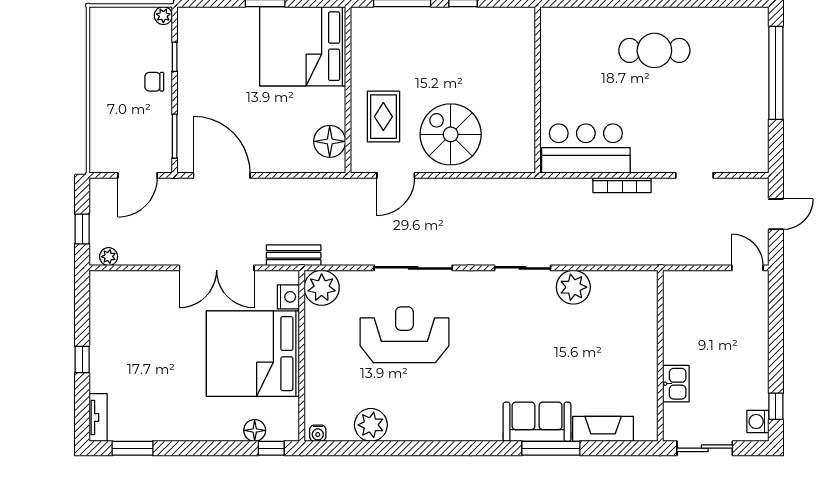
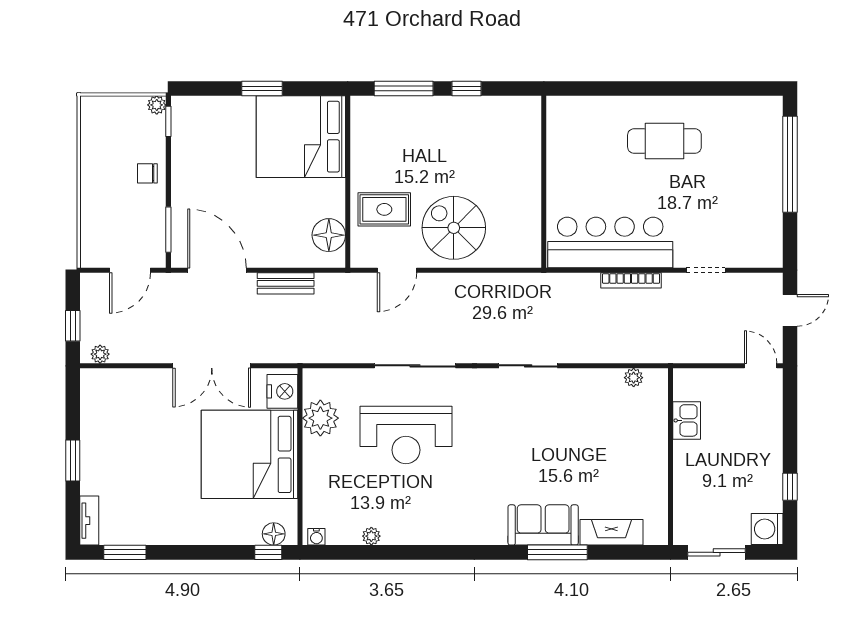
window: (175, 57) -> (168, 121), moved
rug: (383, 117) -> (384, 209), turned 90
bar counter: (586, 149) -> (610, 242), width x1.36
bench: (294, 255) -> (286, 283), moved
plant: (573, 287) -> (634, 378), moved, width x0.53, depth x0.53
plant: (322, 288) -> (320, 418), moved
nightstand: (288, 297) -> (282, 391), width x1.36, depth x1.33
reception desk: (404, 335) -> (406, 435), turned 180
window: (82, 359) -> (73, 461), width x1.50
kitchen sink: (676, 384) -> (687, 420), moved
window: (776, 406) -> (790, 487), moved
washing machine: (758, 421) -> (767, 529), width x1.38, depth x1.38
plant: (371, 425) -> (371, 536), width x0.53, depth x0.53
floor lamp: (255, 430) -> (274, 534), moved

